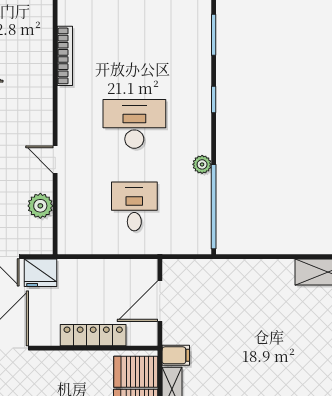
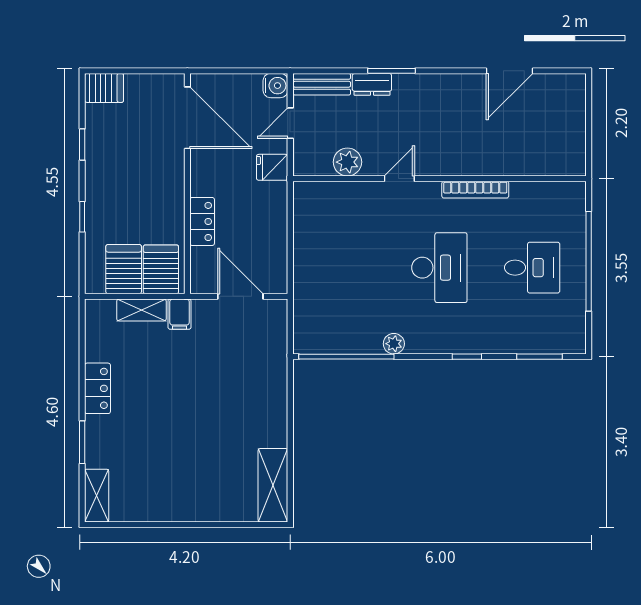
bookcase: (65, 56) -> (475, 190), moved
desk: (134, 206) -> (532, 268), moved
fridge: (41, 273) -> (272, 167), width x0.72
locker: (93, 335) -> (202, 221), width x0.66

